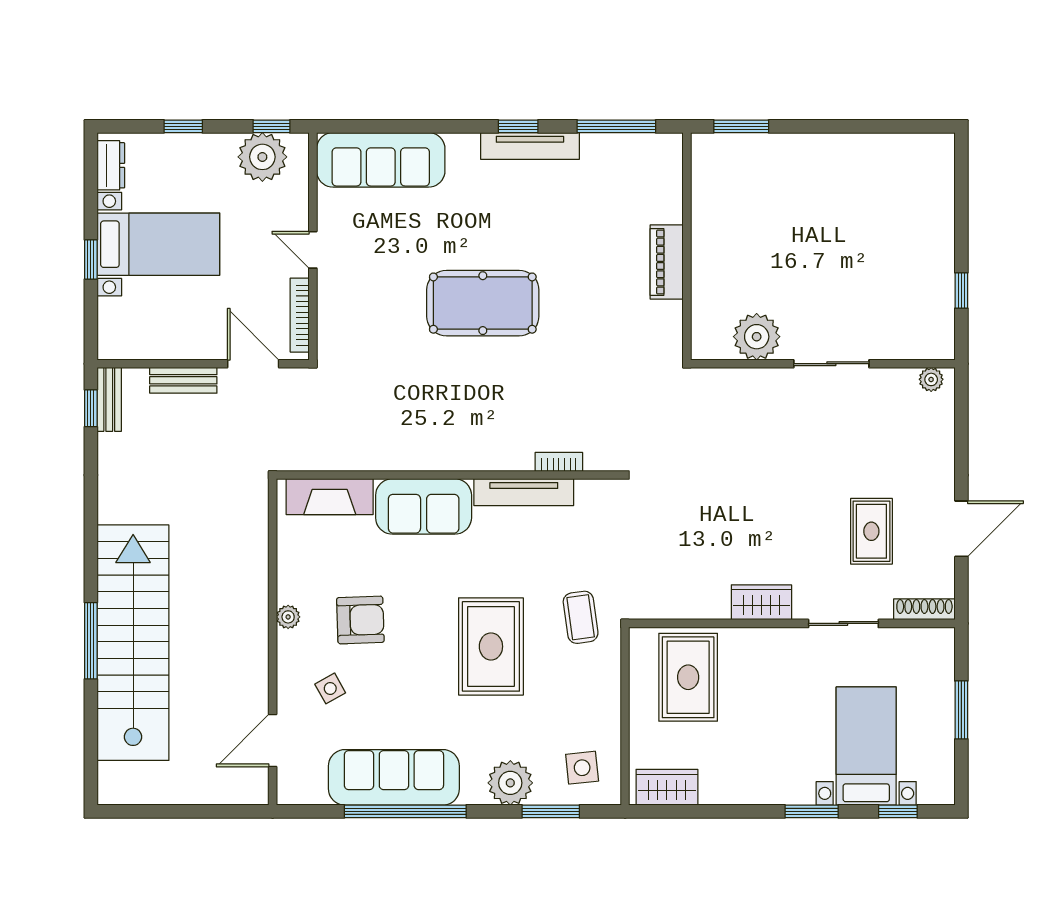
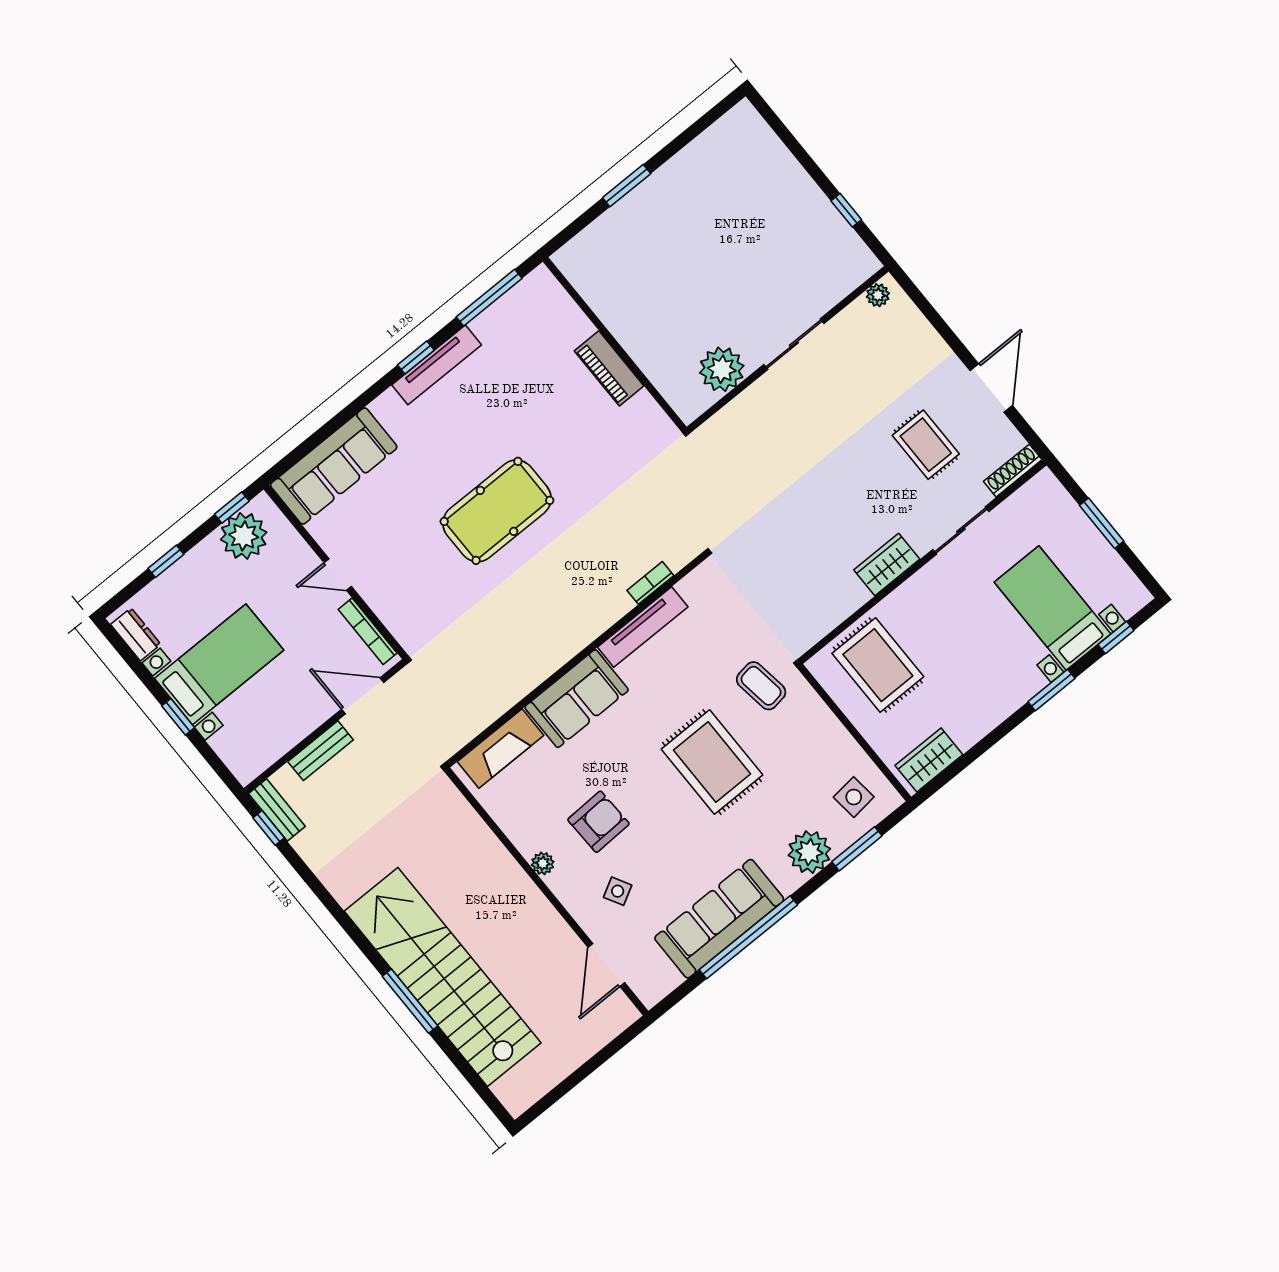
window: (741, 126) -> (627, 186), moved

